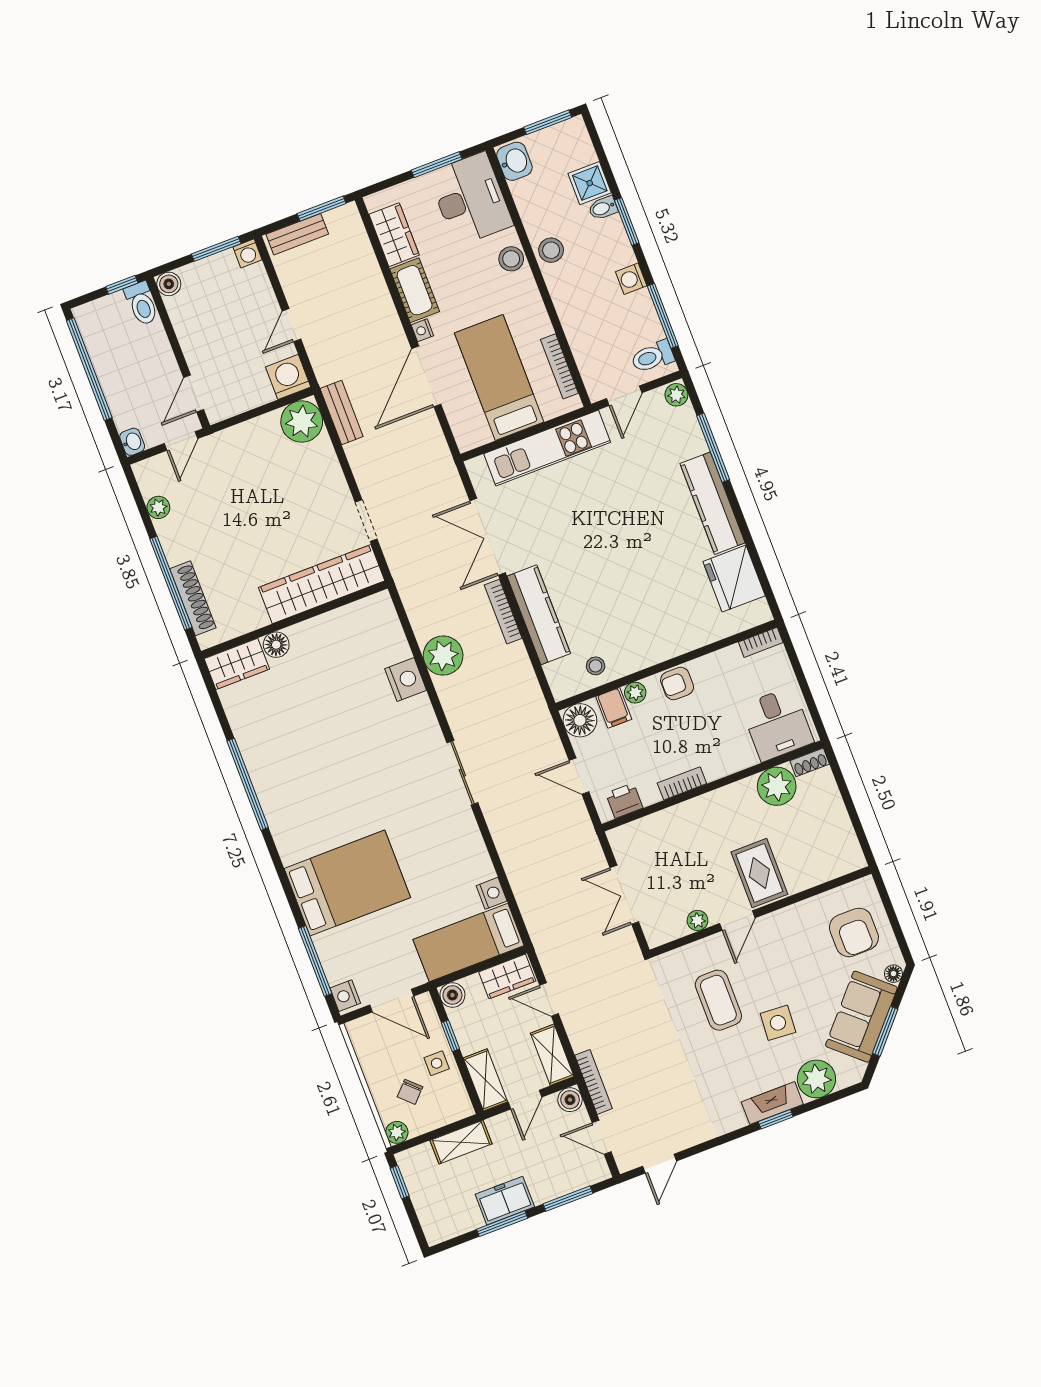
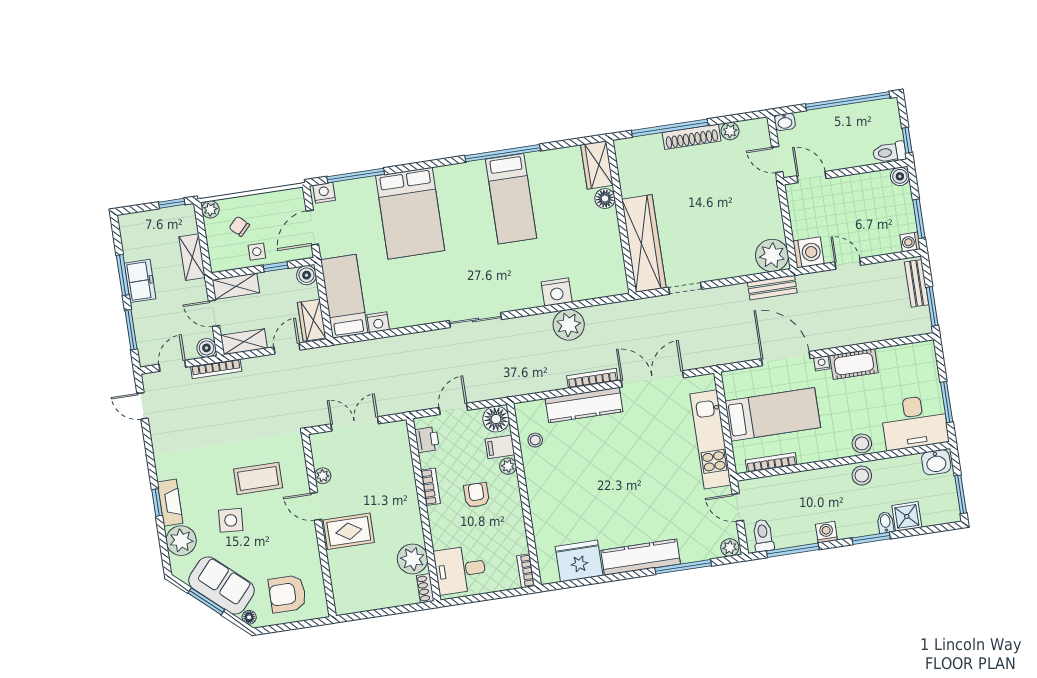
wardrobe: (394, 235) -> (900, 358), removed
shoe rack: (193, 598) -> (692, 137), moved
armchair: (677, 684) -> (476, 495), moved
bed: (302, 761) -> (511, 199), added

